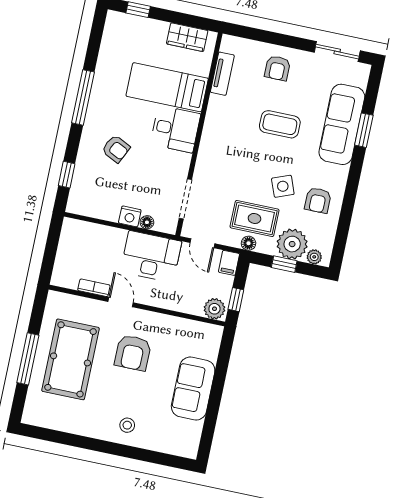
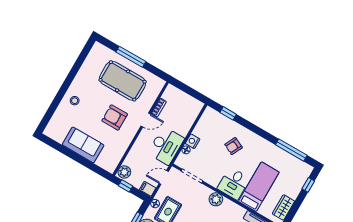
window: (83, 97) -> (291, 150), moved
plant: (210, 149) -> (216, 199), added

